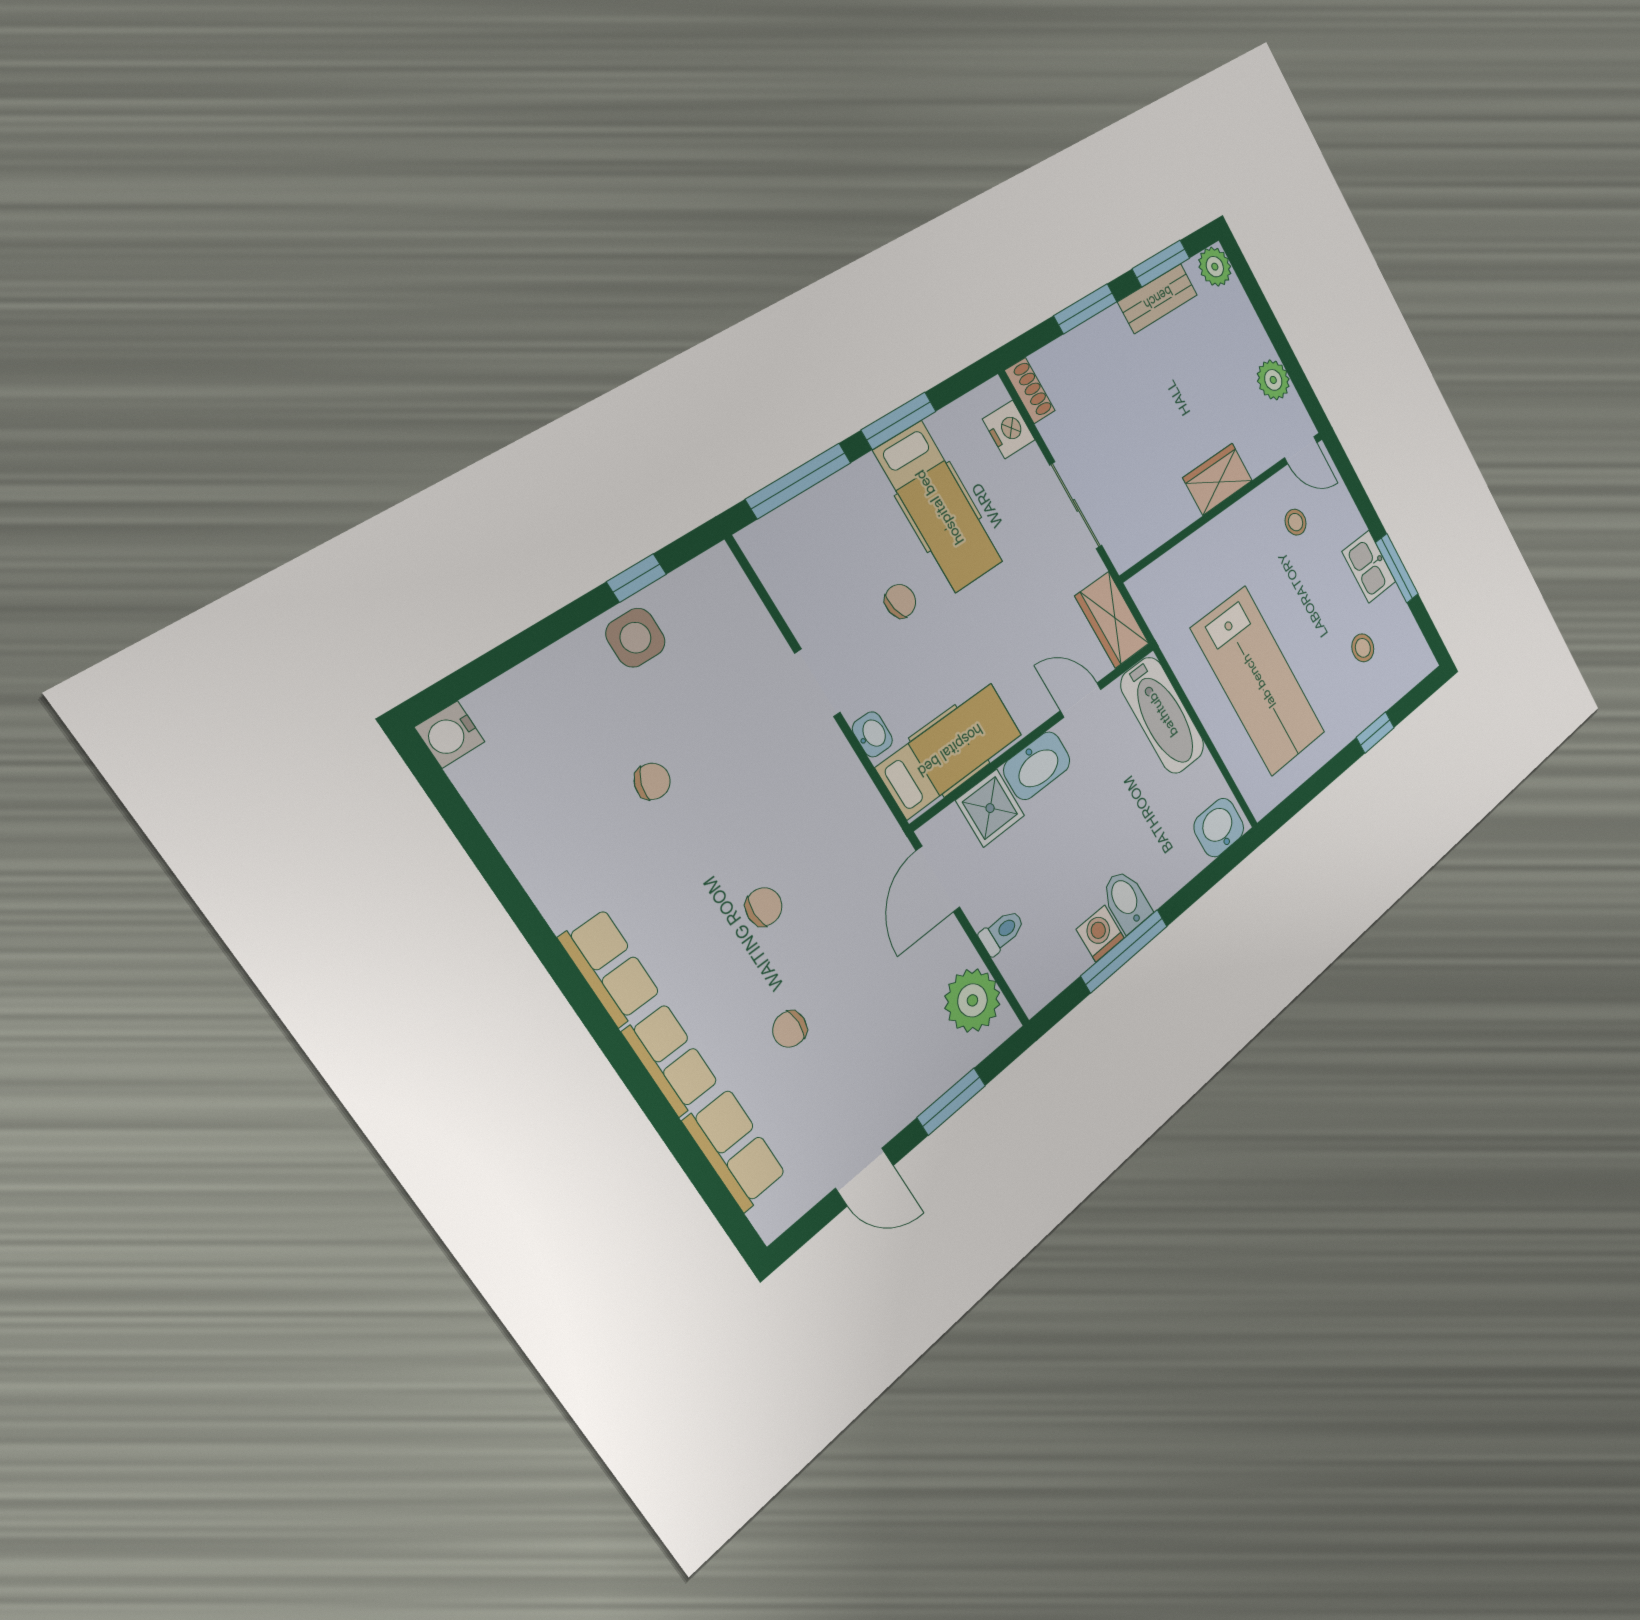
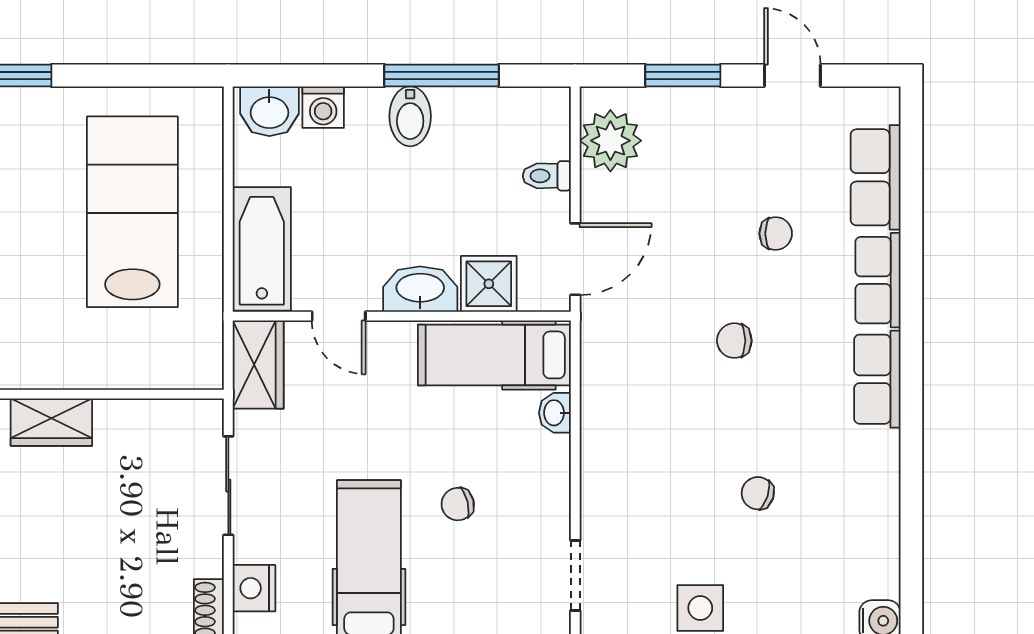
doorway: (818, 683) -> (575, 575), moved
washing machine: (1100, 934) -> (323, 107), moved

